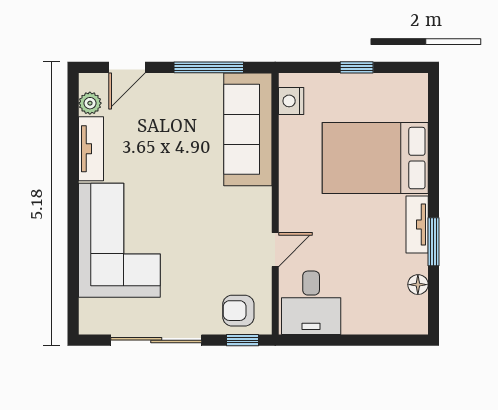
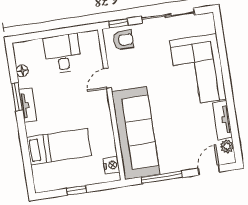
sofa: (248, 129) -> (136, 133), width x1.36, depth x1.27
bed: (375, 158) -> (59, 147), width x0.67
desk: (311, 303) -> (62, 54), moved

